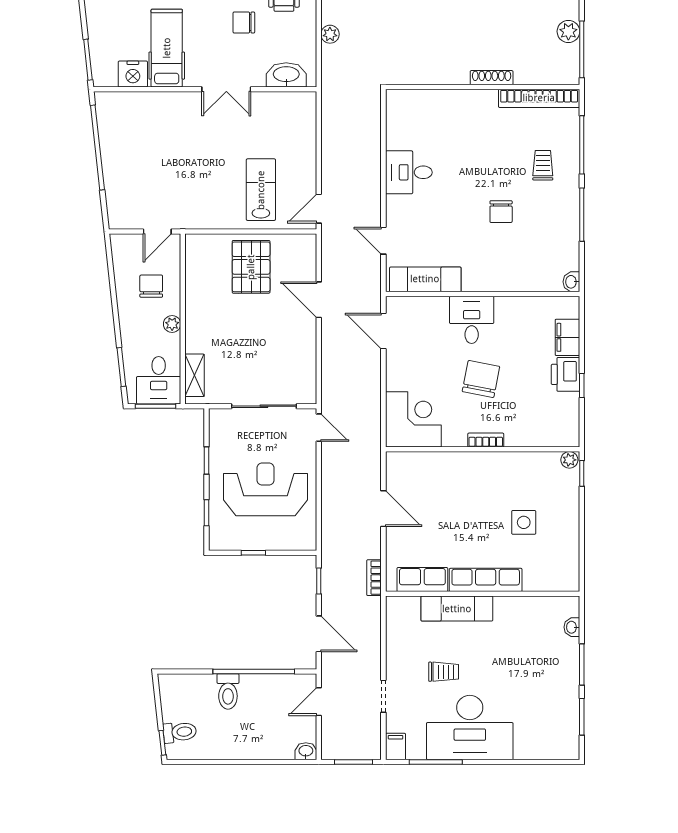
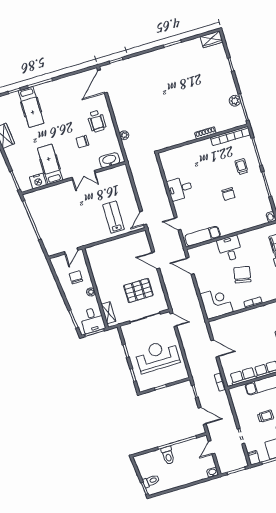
pallet: (251, 267) -> (138, 290), moved, turned 90

